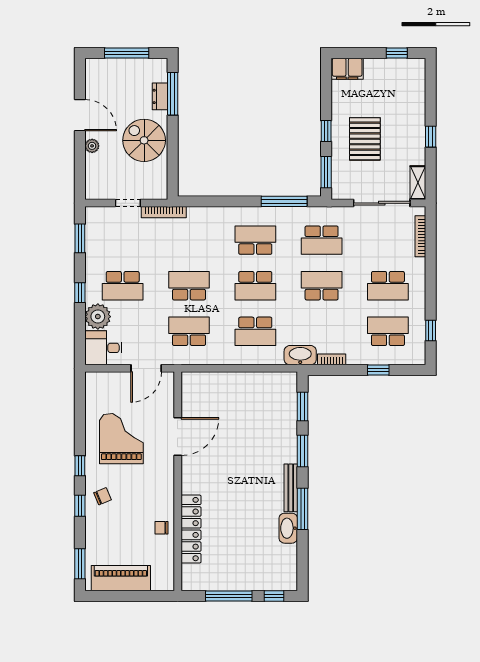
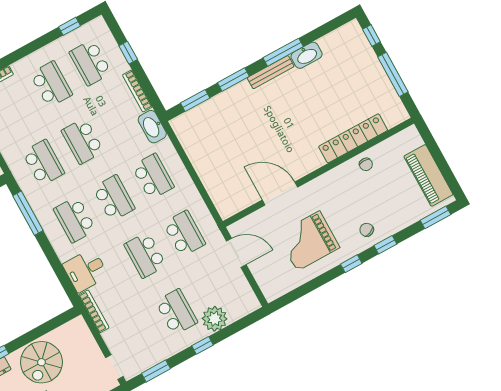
doorway: (128, 203) -> (114, 367), moved
school desk: (189, 331) -> (184, 233), turned 180
desk: (103, 348) -> (86, 270), moved, turned 90
bookcase: (332, 359) -> (137, 91), width x1.56

